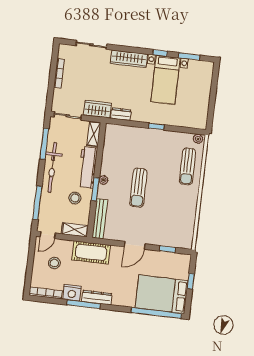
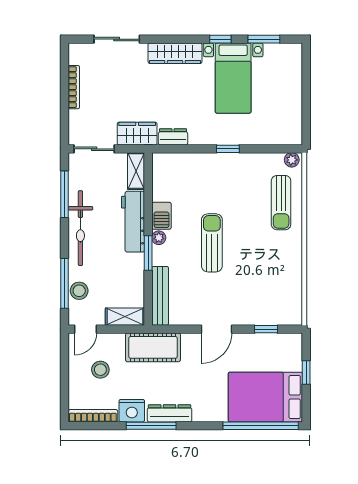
barbecue: (107, 166) -> (162, 216), added
sun lounger: (138, 188) -> (212, 243), turned 180
stool: (75, 198) -> (79, 291), moved

